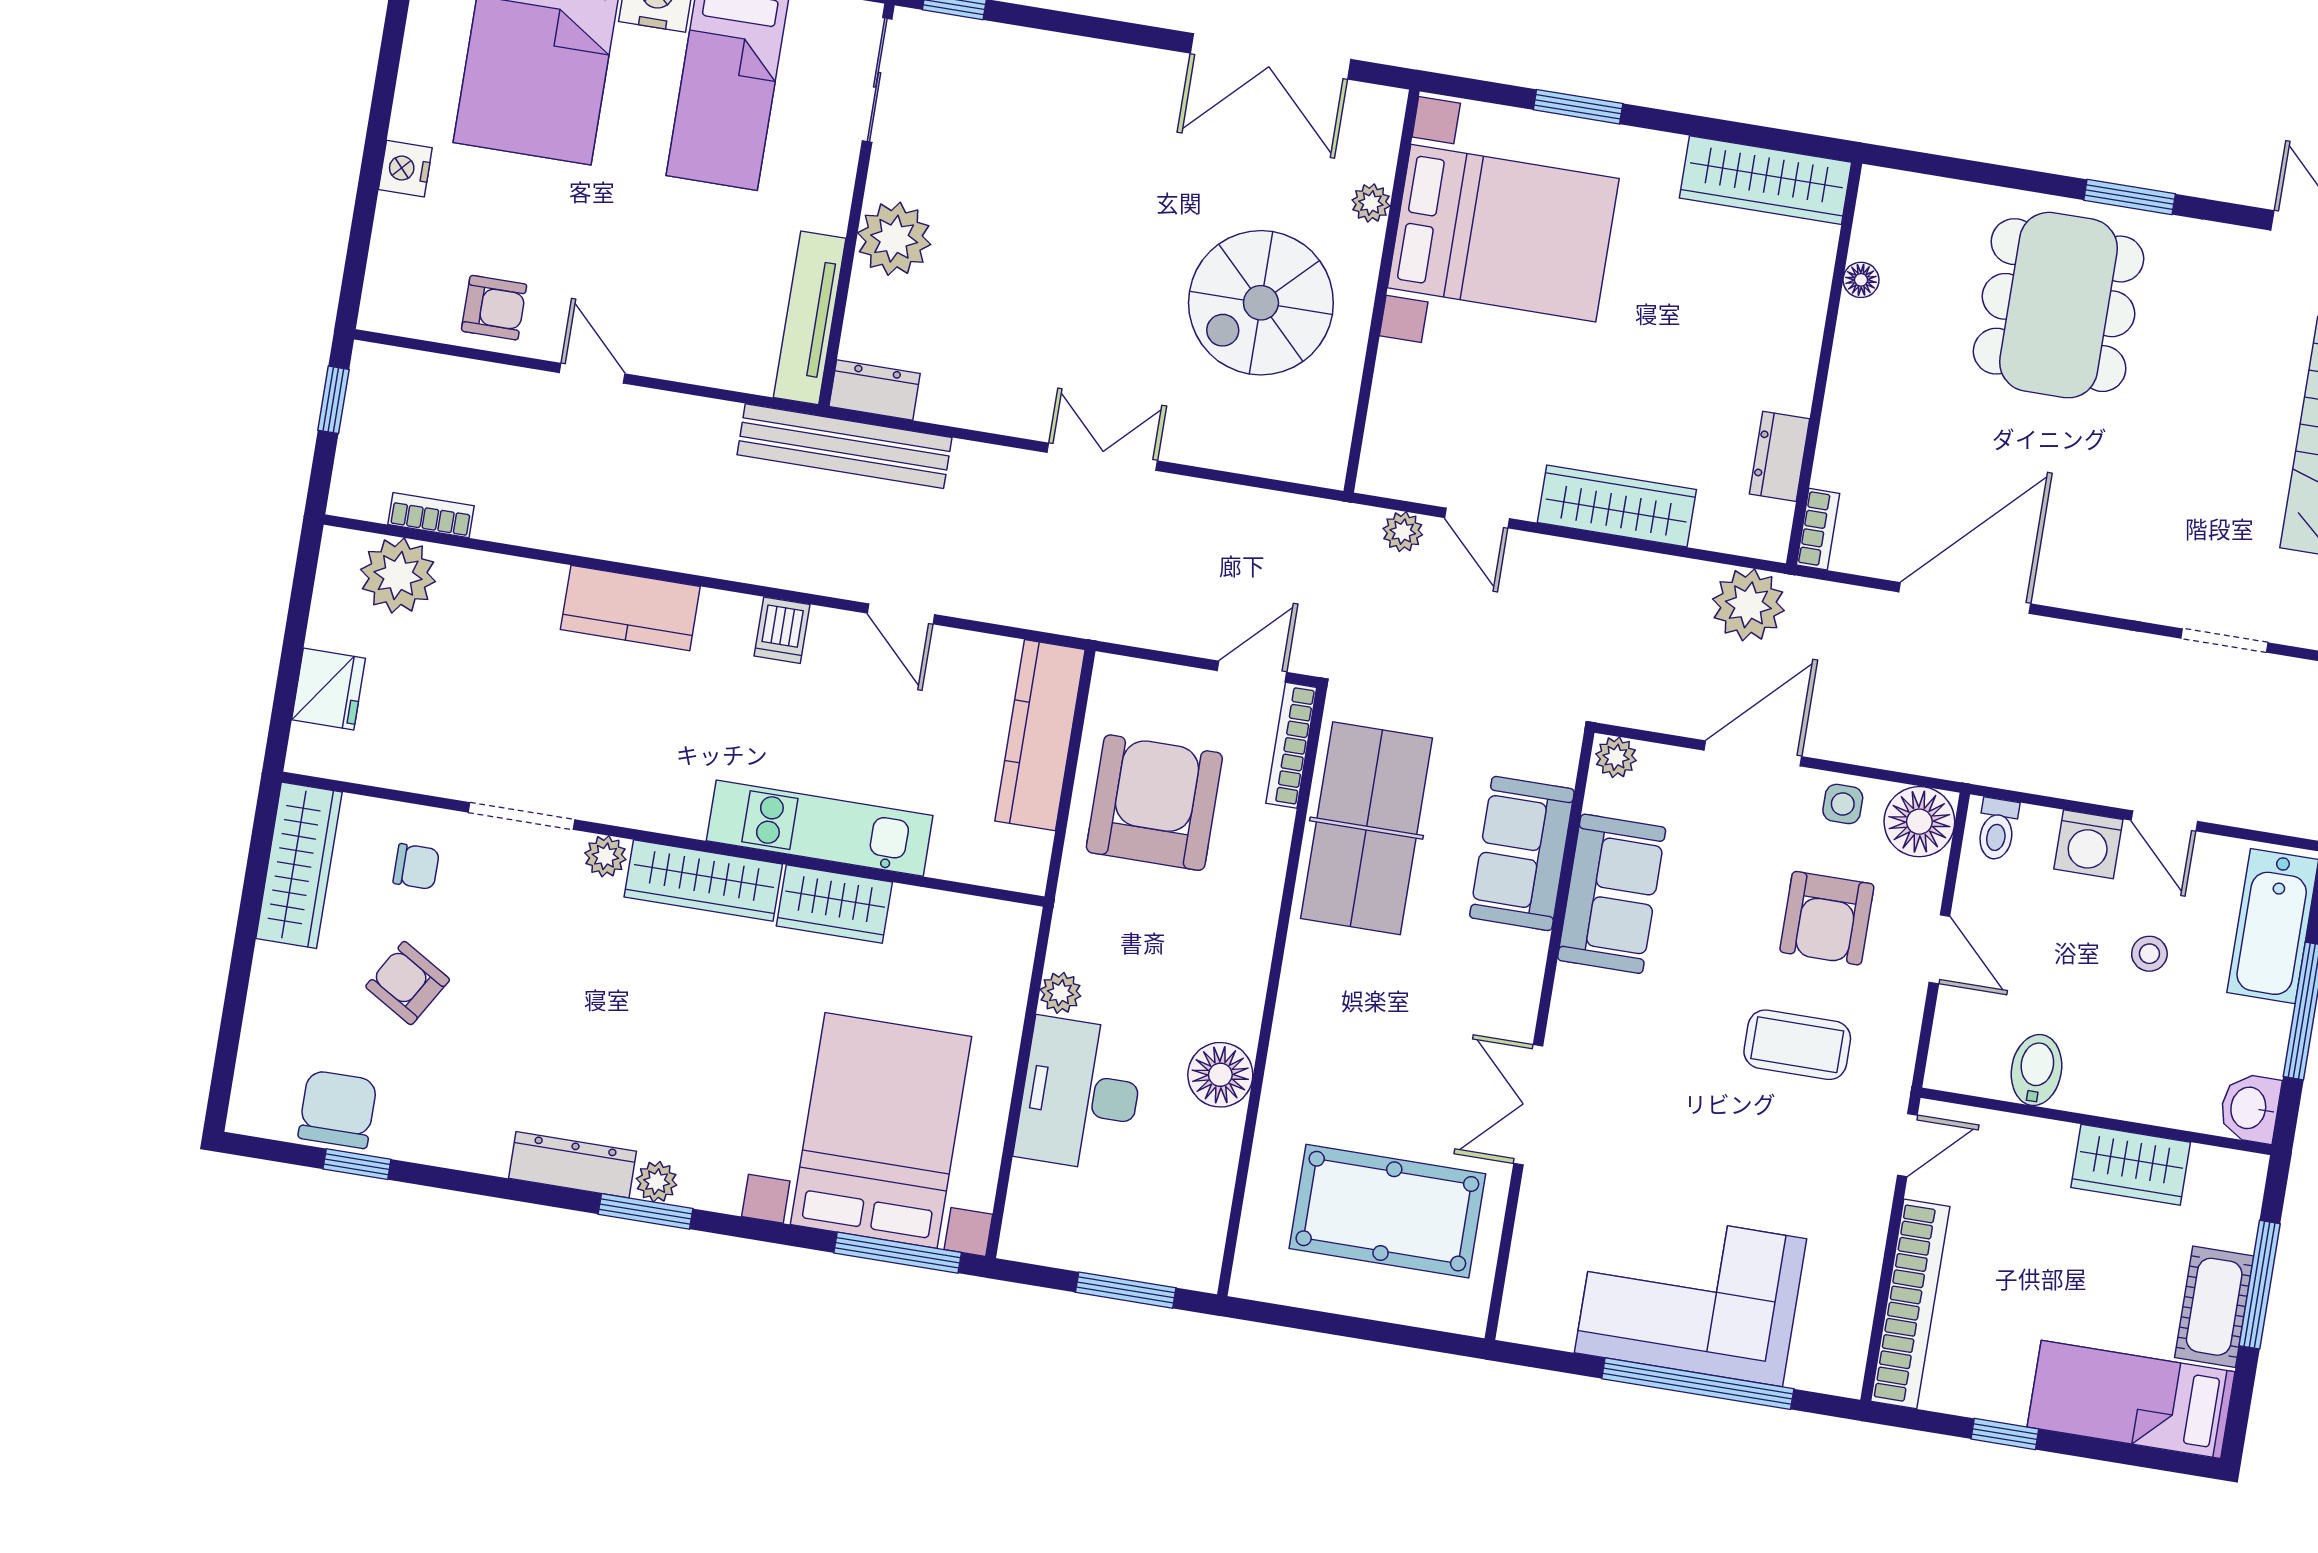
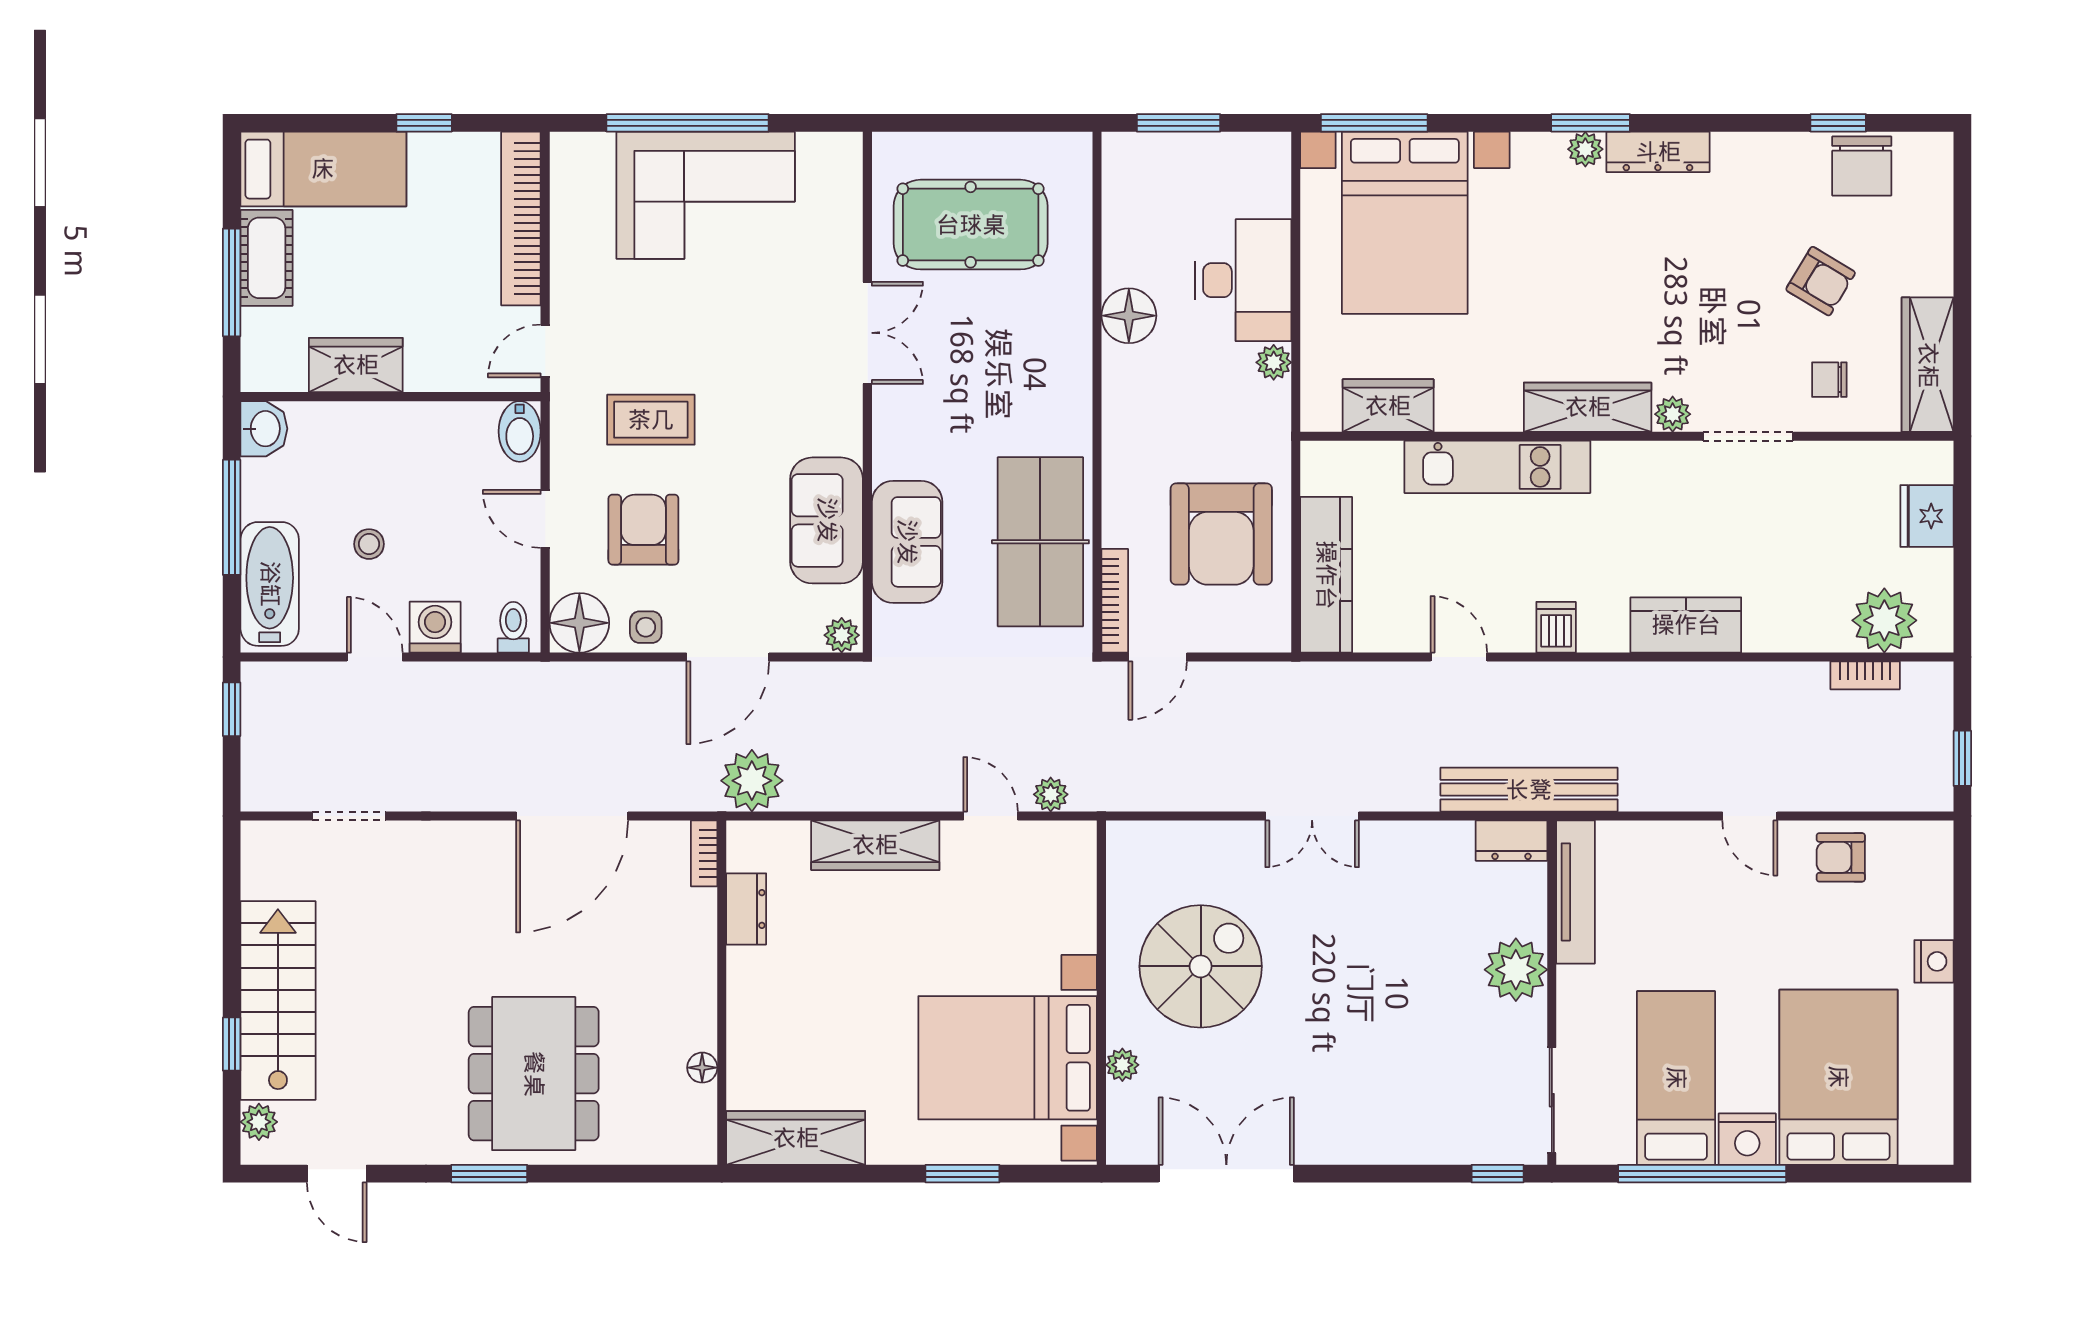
wardrobe: (834, 904) -> (1388, 406), moved
bidet: (2036, 1070) -> (520, 431), moved

